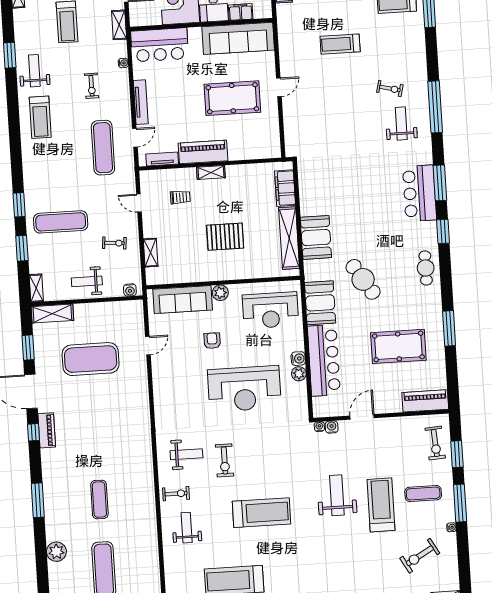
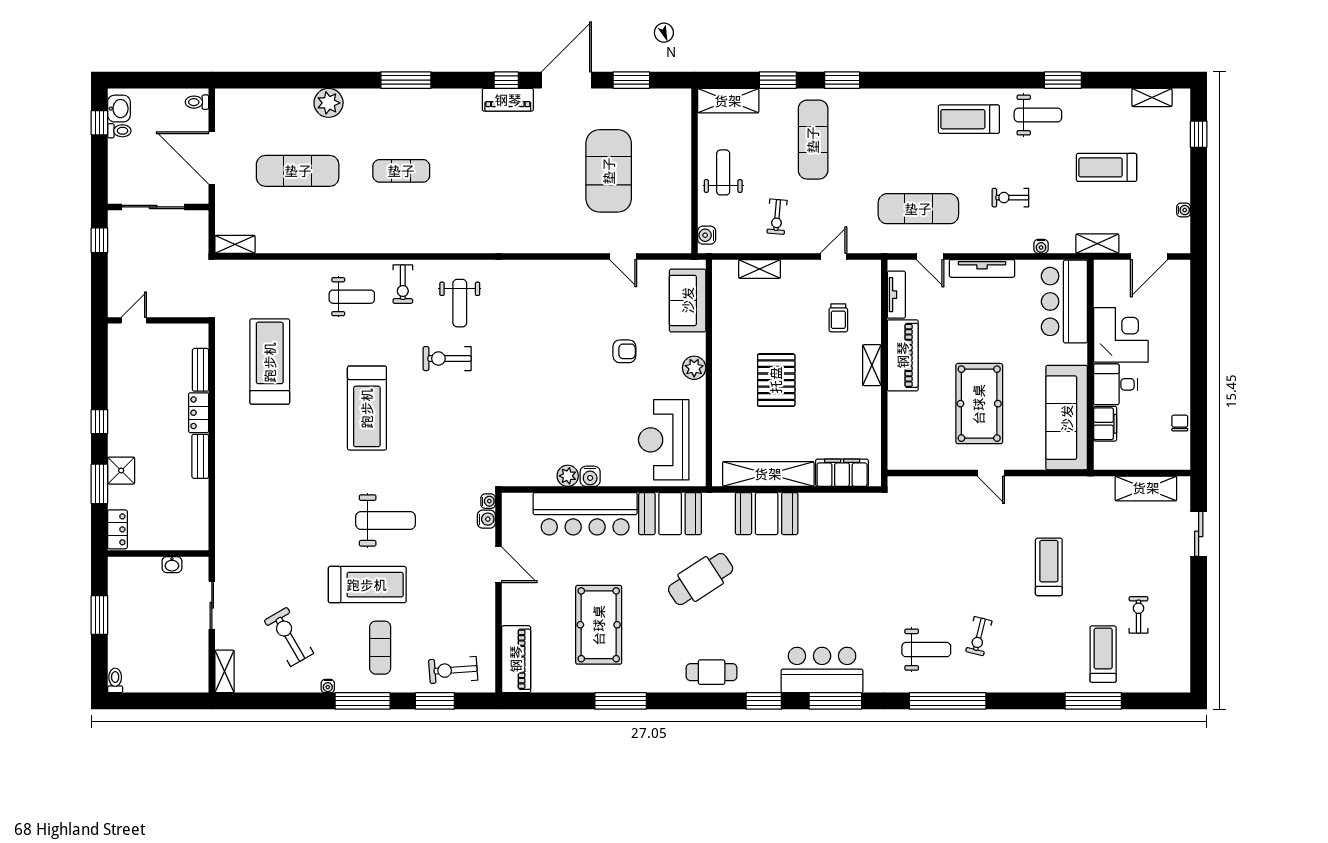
shelving: (36, 288) -> (728, 101), width x1.50, depth x1.33
sofa: (183, 300) -> (688, 300), width x0.73
shelving: (52, 314) -> (679, 119), removed
reception desk: (244, 389) -> (551, 394), removed

